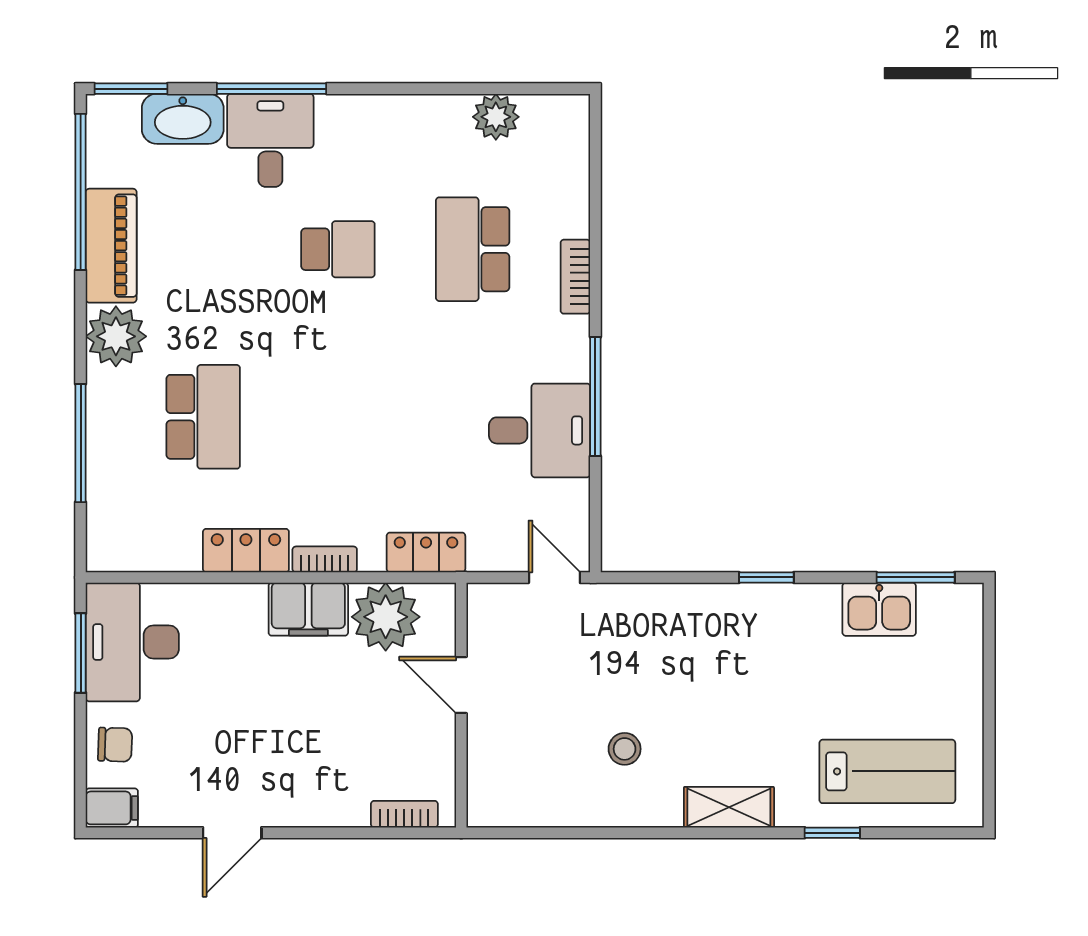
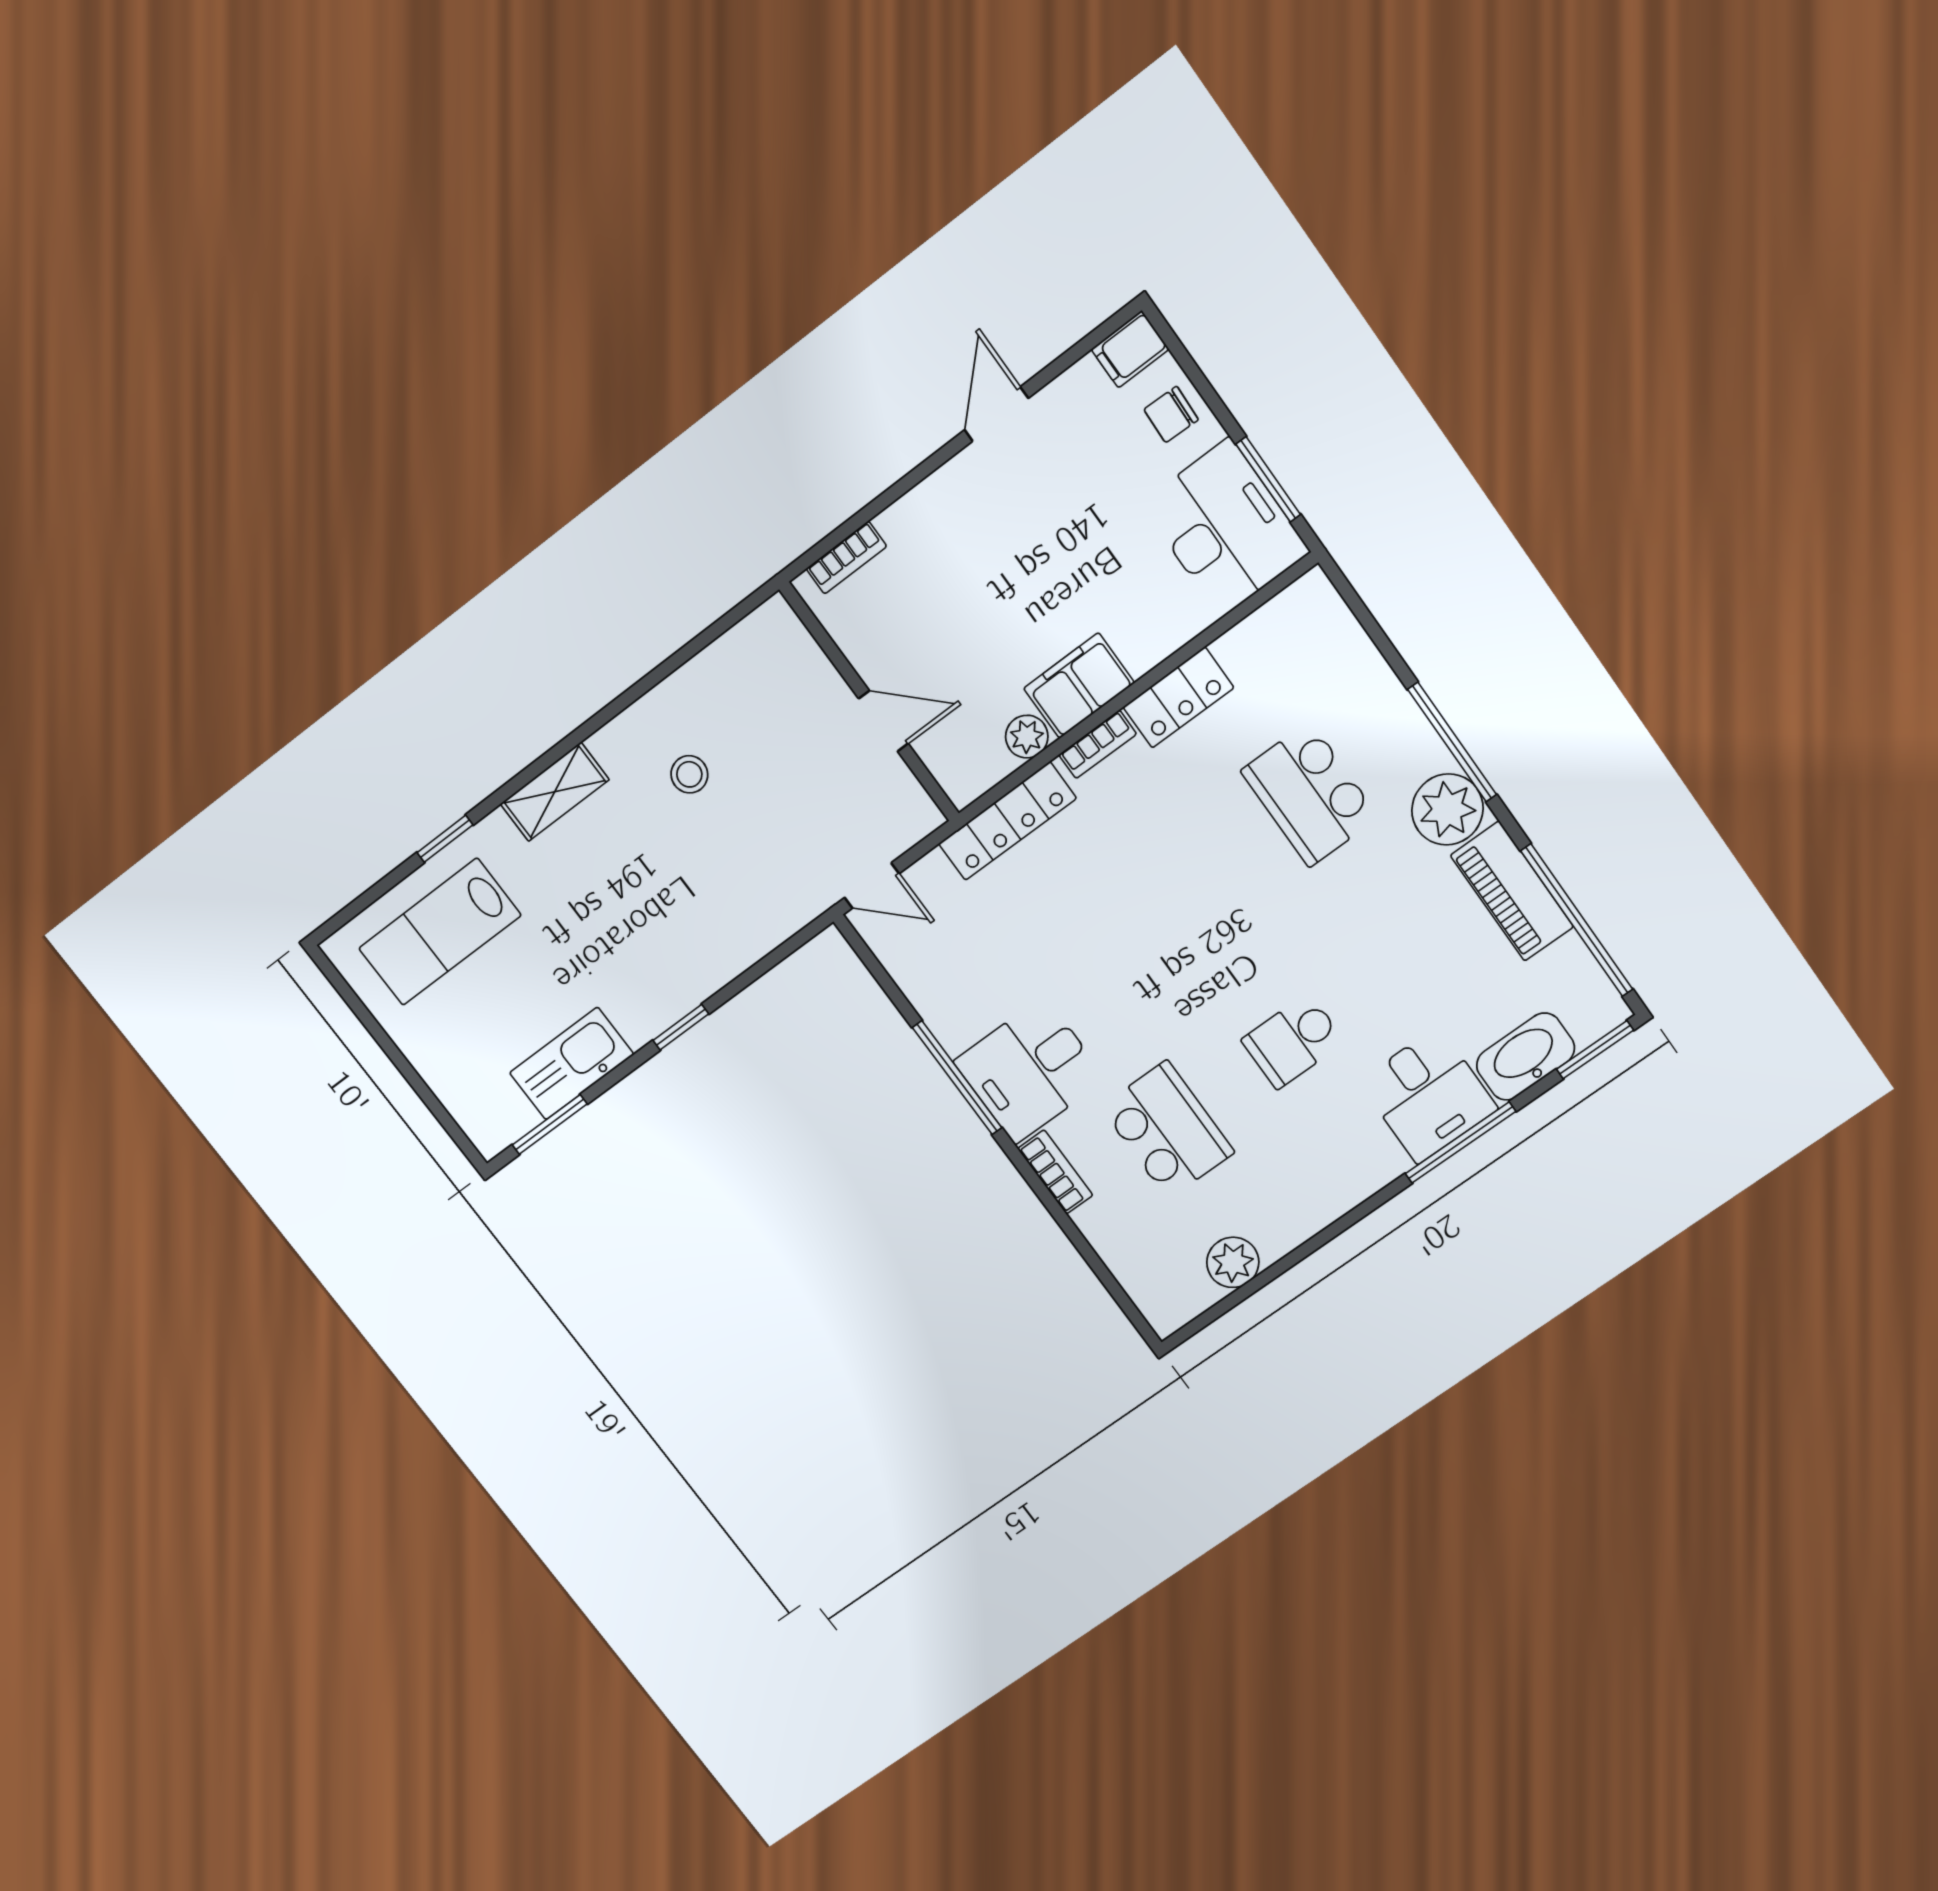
desk: (540, 430) -> (1030, 1070), moved
window: (81, 443) -> (1452, 742), moved
locker: (426, 552) -> (1007, 821), width x1.53
kitchen sink: (879, 609) -> (572, 1064), width x1.38
plant: (386, 617) -> (1027, 737), width x0.53, depth x0.53

